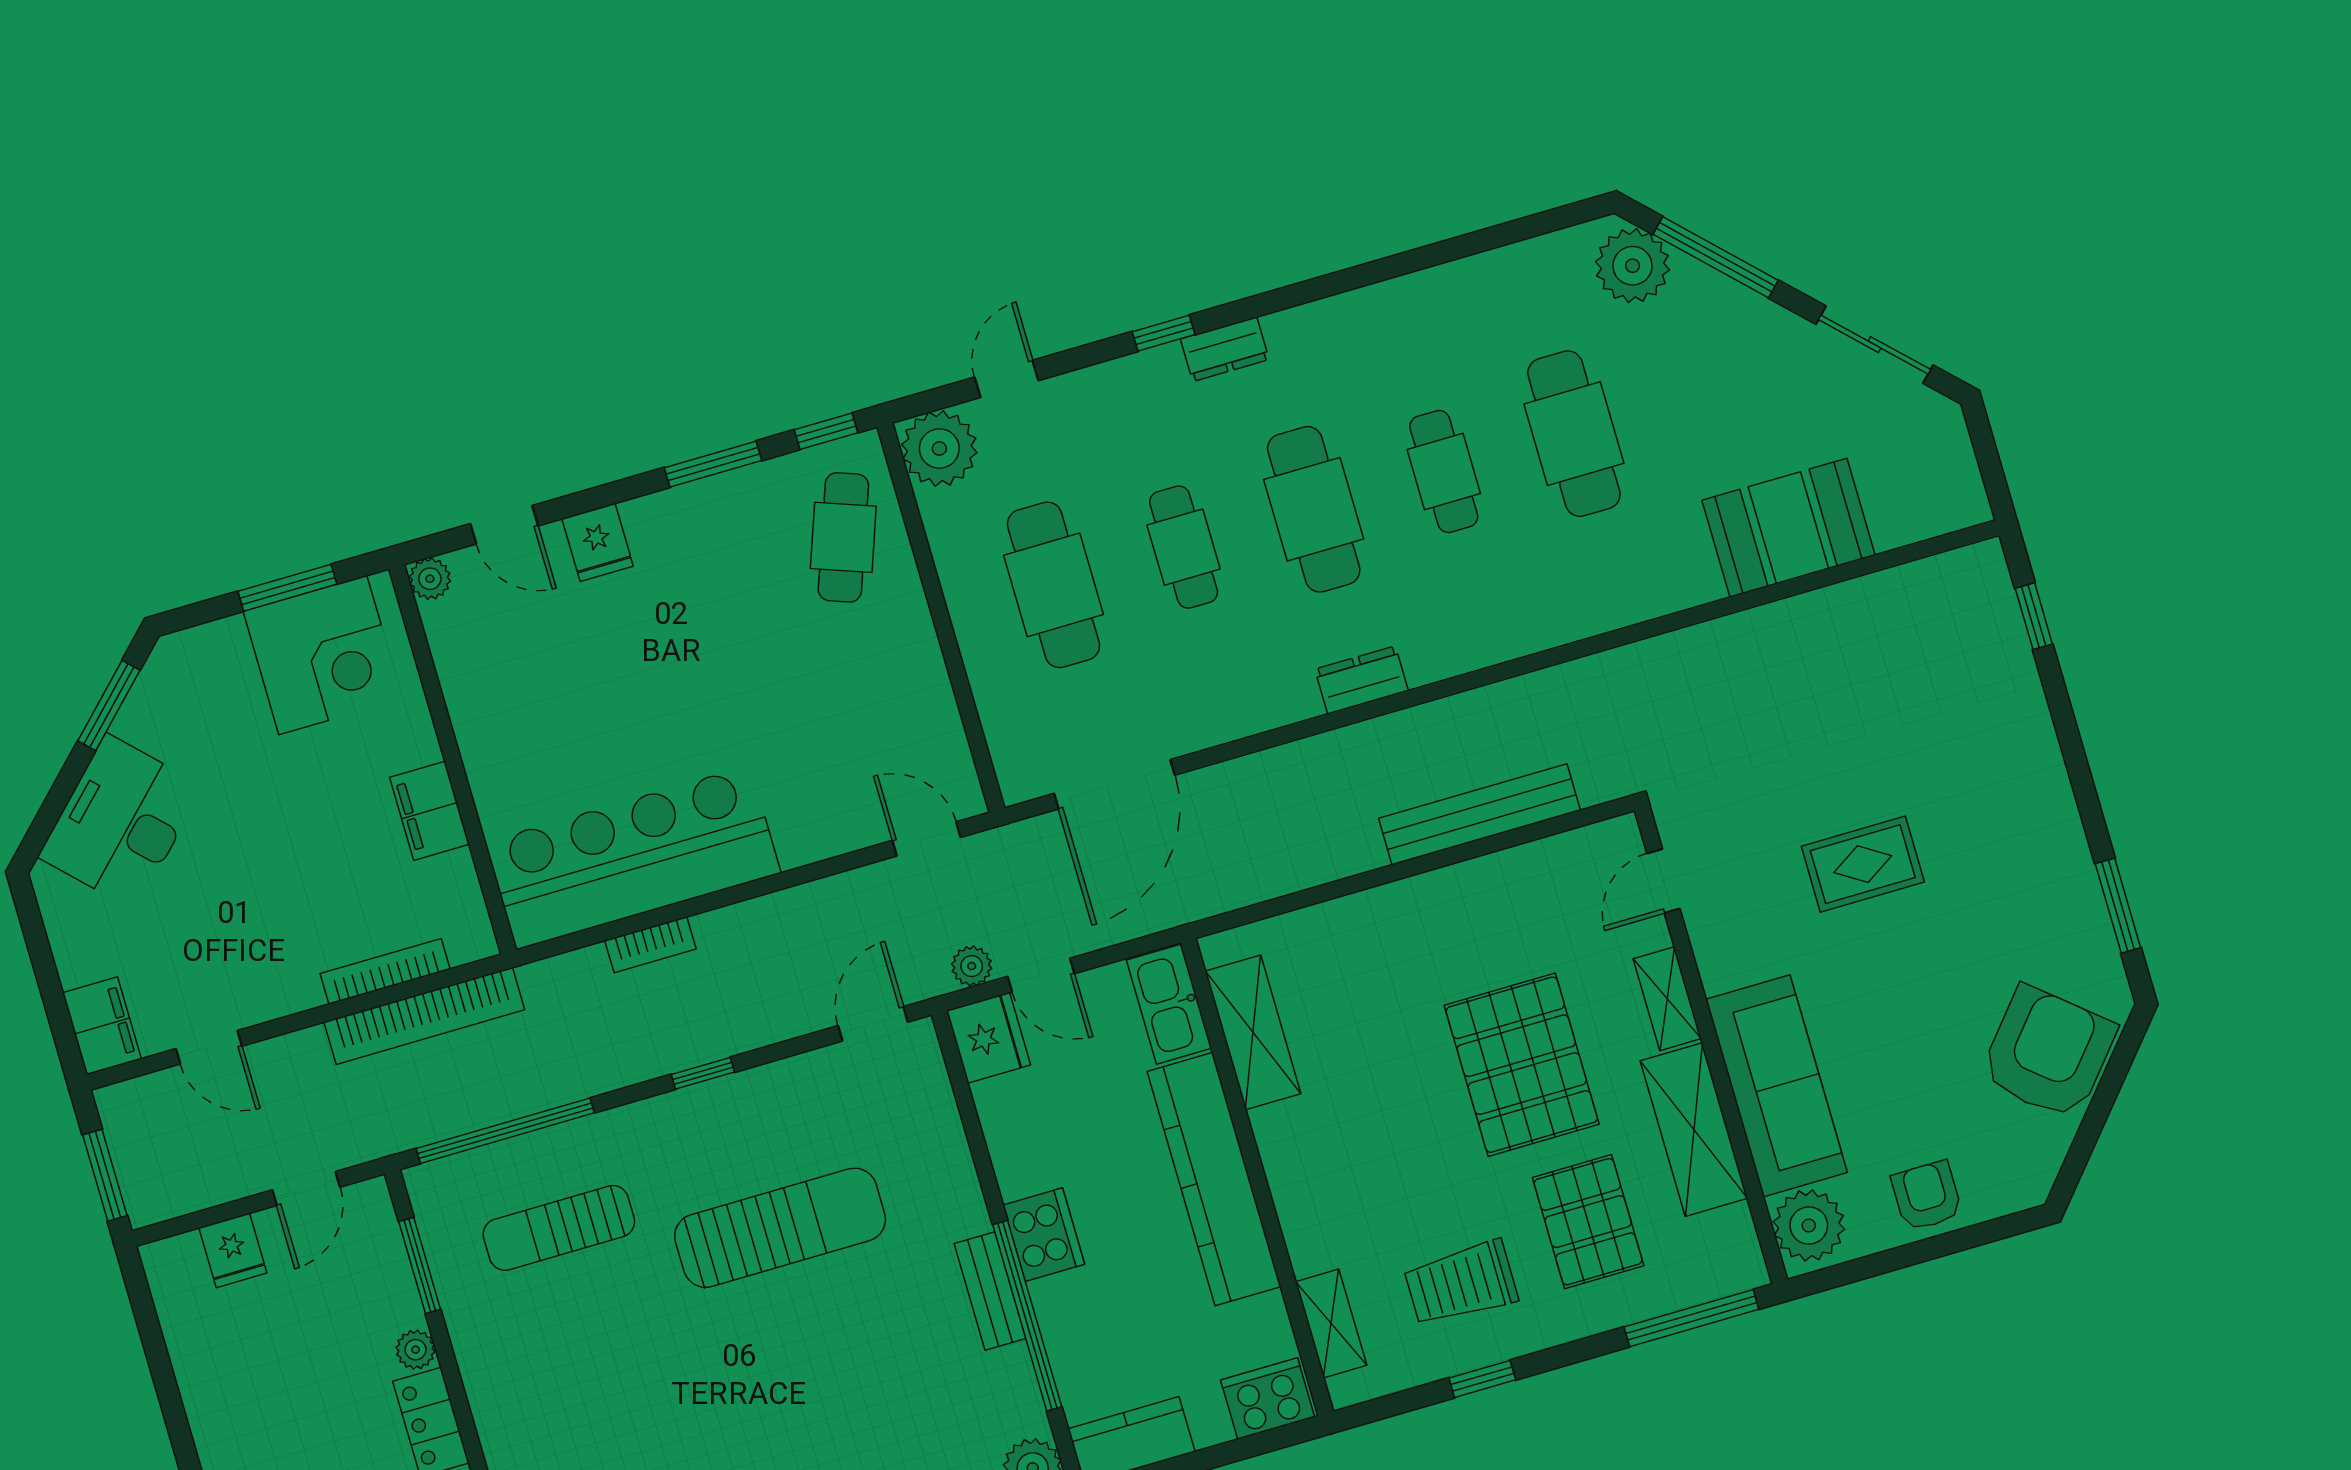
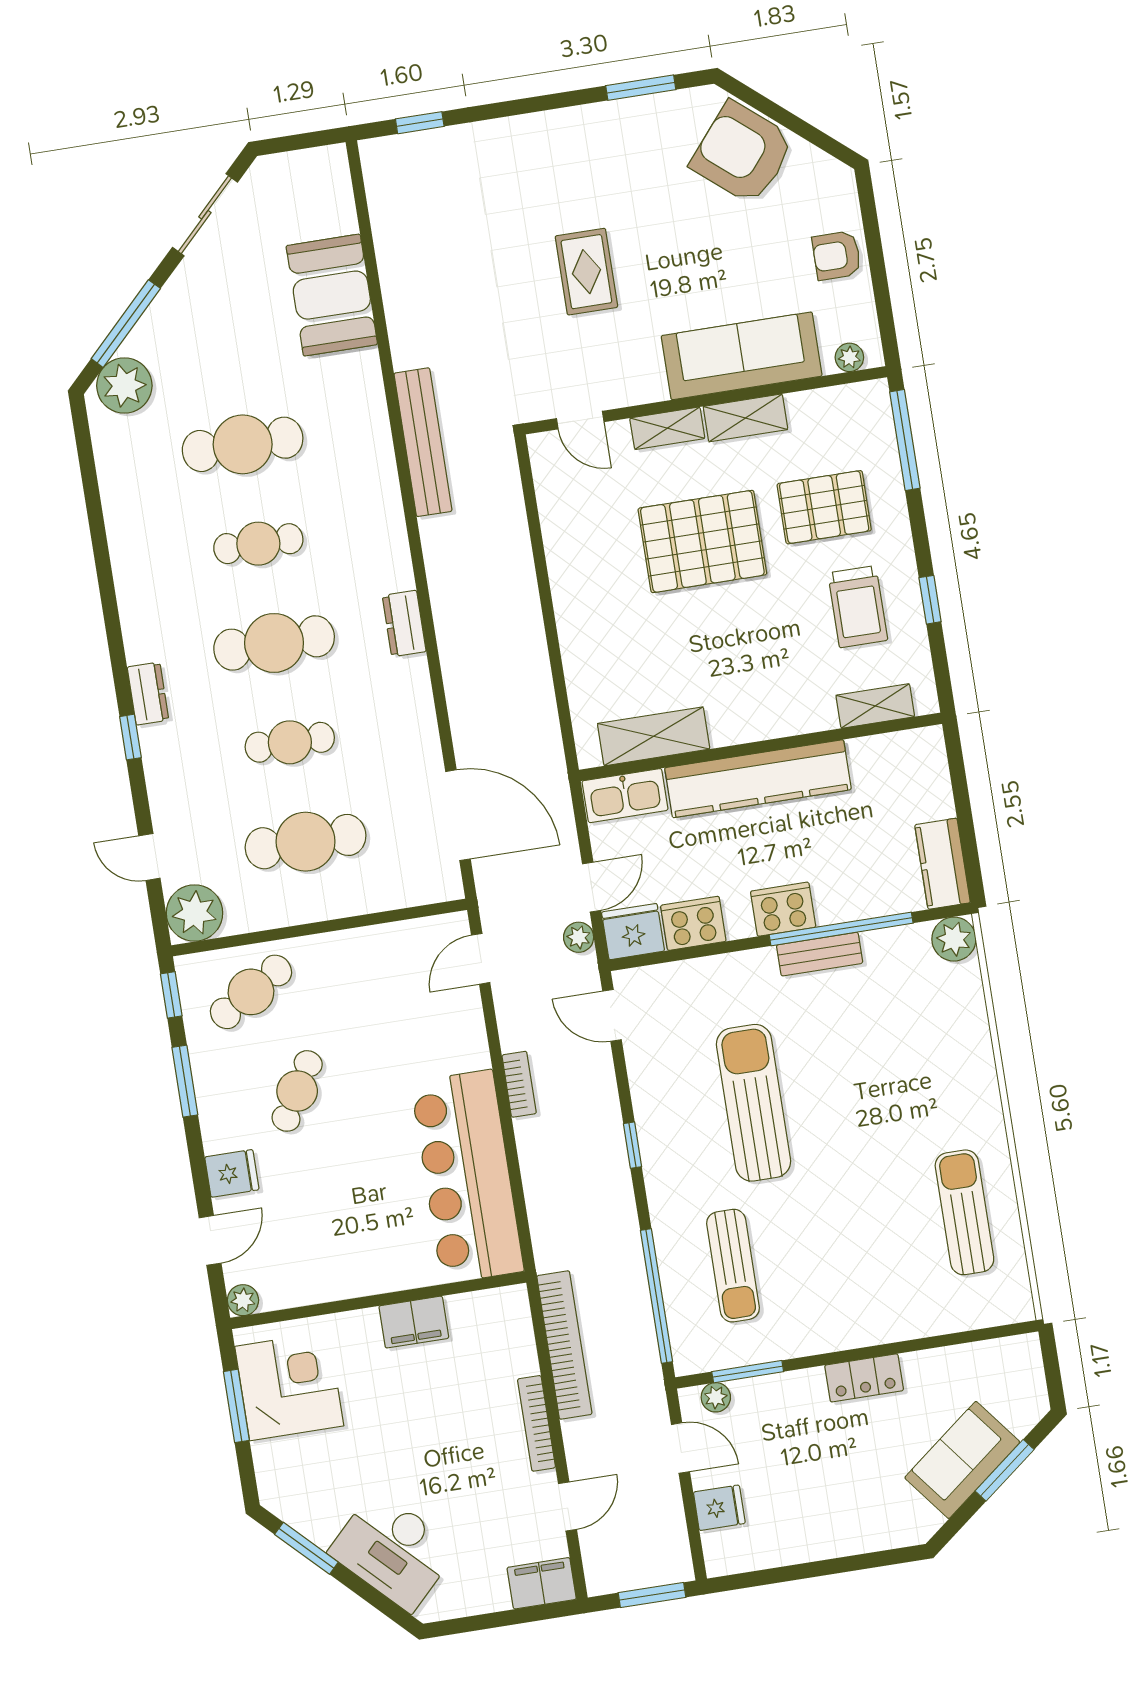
cafe table: (843, 537) -> (251, 992), turned -51
cafe table: (719, 616) -> (297, 1091), added
bench: (1480, 814) -> (423, 442), moved
bookcase: (650, 945) -> (519, 1084), moved
bookcase: (385, 971) -> (536, 1423), moved
shelving: (1694, 1130) -> (745, 418), width x0.67, depth x0.75
plant: (1809, 1225) -> (849, 357), width x0.53, depth x0.53
plant: (416, 1350) -> (716, 1397), moved
cooker: (1268, 1398) -> (693, 923), moved, turned 90

